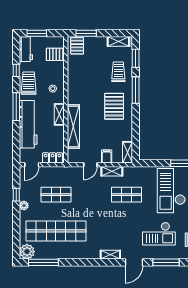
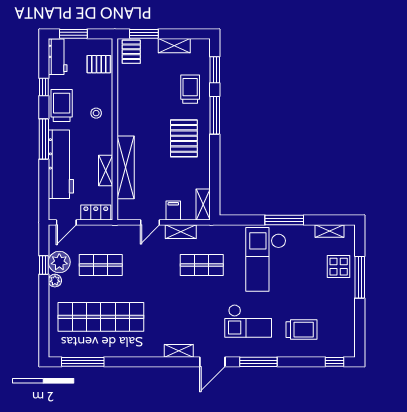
shelving: (118, 41) -> (174, 46), moved
shelving: (59, 114) -> (106, 171), moved
plant: (27, 252) -> (59, 262), moved

